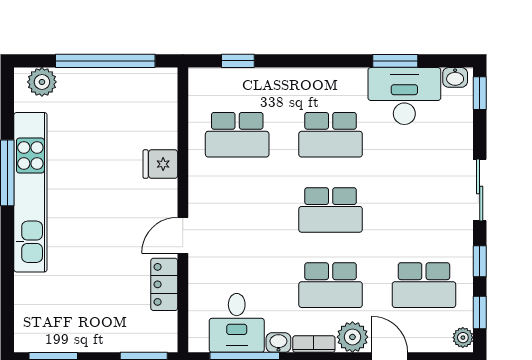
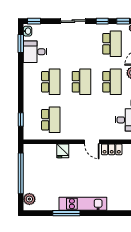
window: (395, 61) -> (21, 43), moved
desk: (404, 96) -> (35, 52), width x0.73
kitchen unit: (30, 192) -> (83, 204), width x0.73

